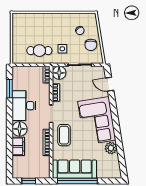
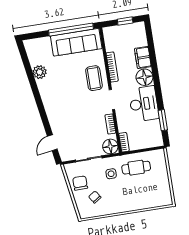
door: (110, 84) -> (52, 143), swing flipped
corner sofa: (97, 121) -> (60, 100), removed

